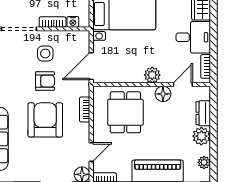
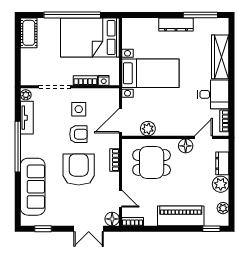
plant: (152, 75) -> (148, 129), moved
dining table: (125, 112) -> (152, 162), turned 90
door: (91, 152) -> (120, 199), hinge flipped

